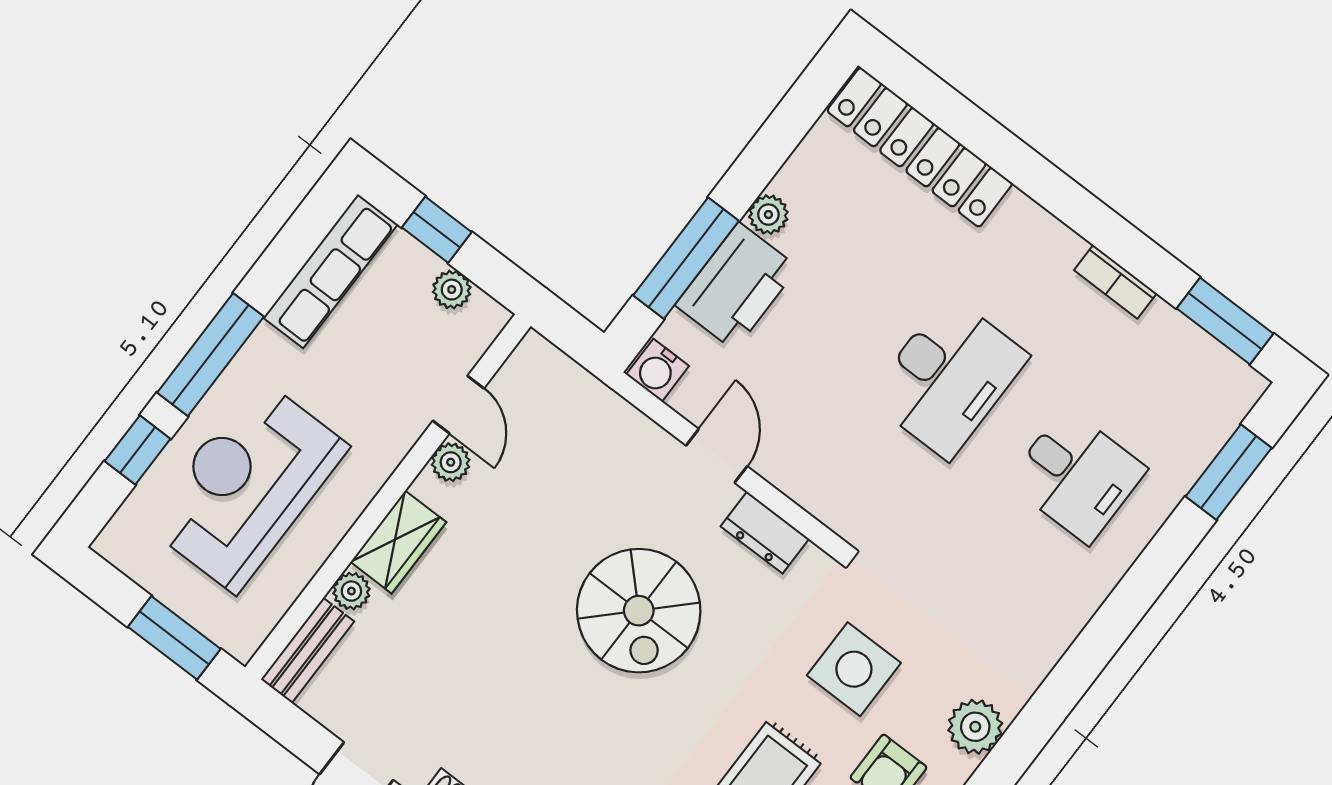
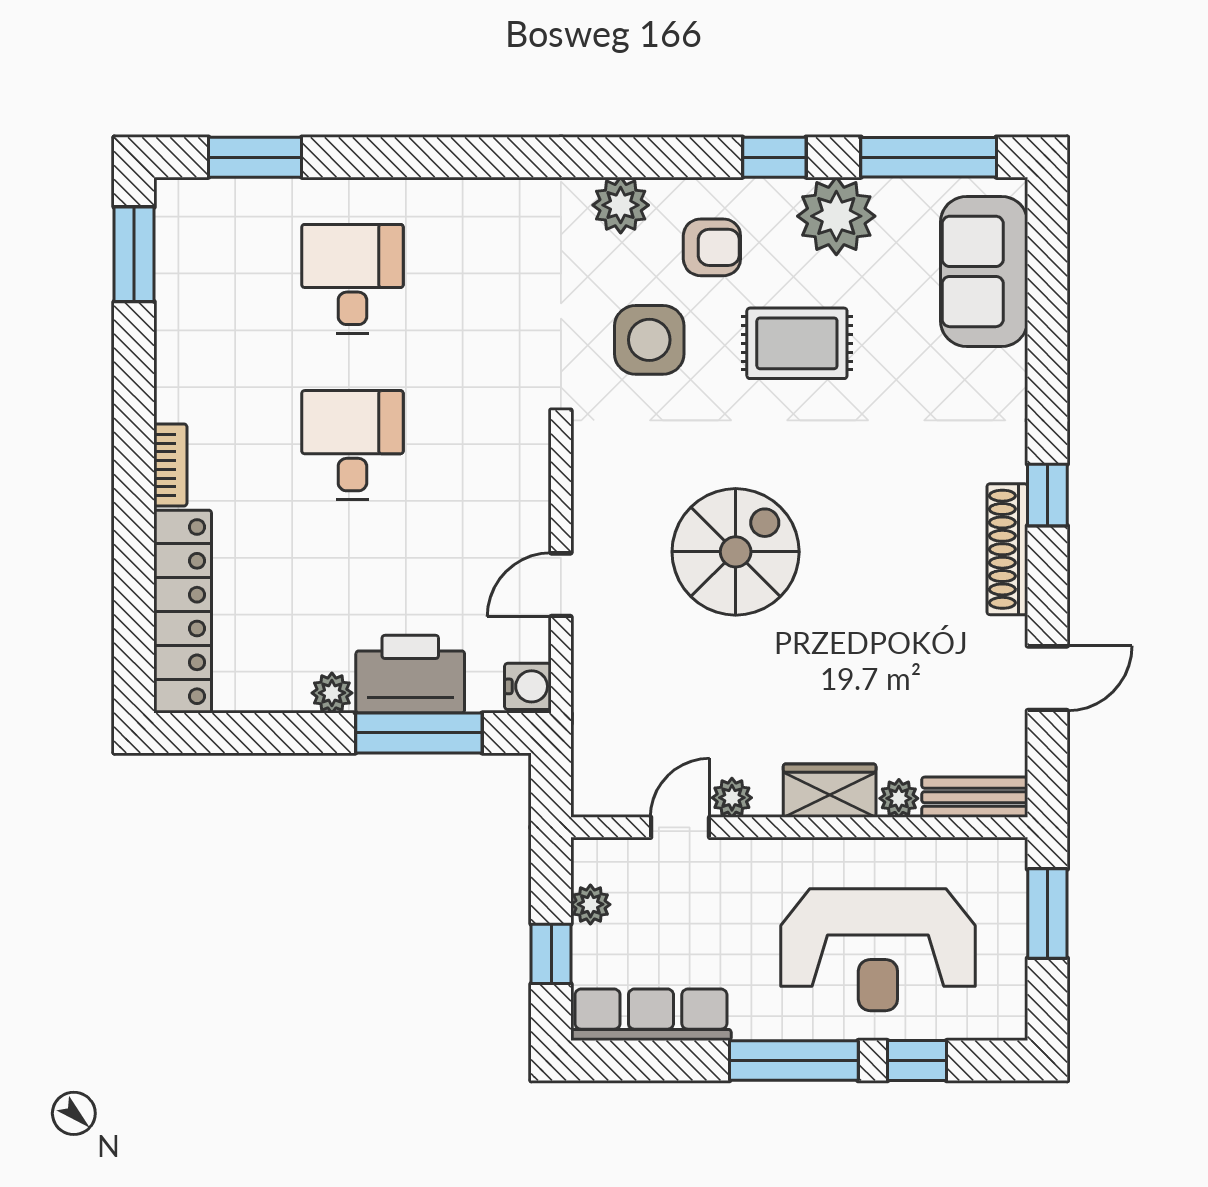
bookcase: (1115, 282) -> (170, 465), moved
desk: (948, 377) -> (352, 445), width x0.73
dresser: (765, 533) -> (593, 498), removed

